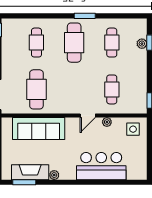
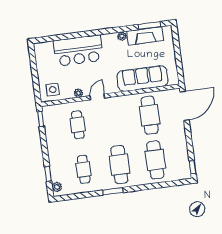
cafe table: (36, 43) -> (155, 160), width x1.37, depth x1.35
plant: (142, 44) -> (57, 187), moved

